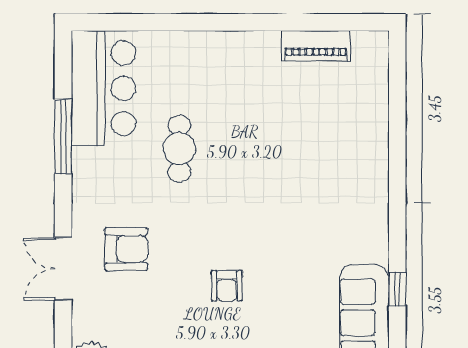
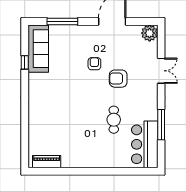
piano: (316, 46) -> (47, 162), moved
armchair: (126, 249) -> (118, 79), moved

